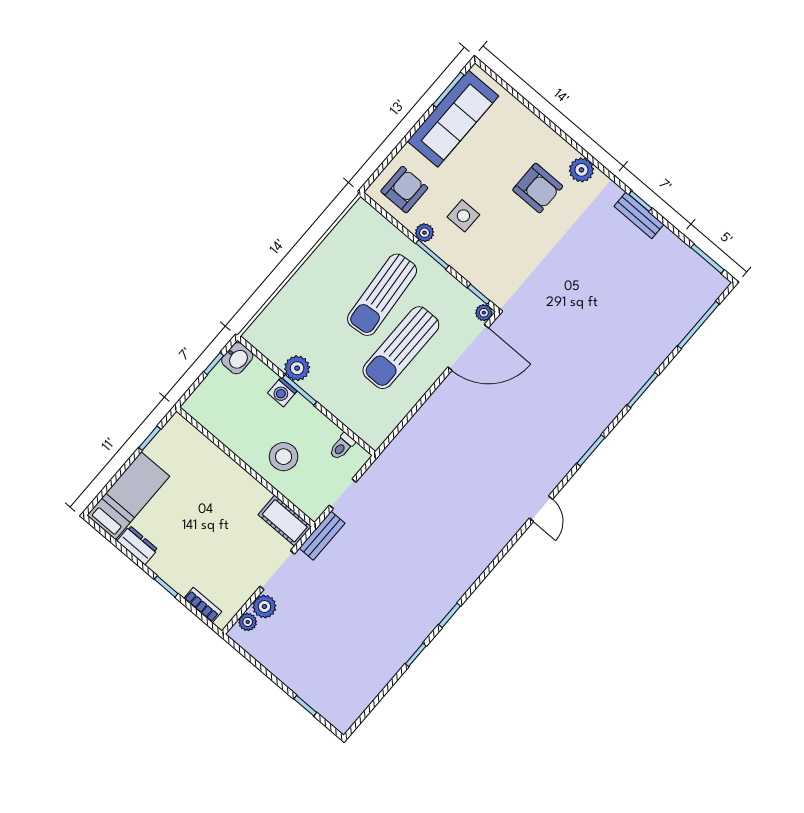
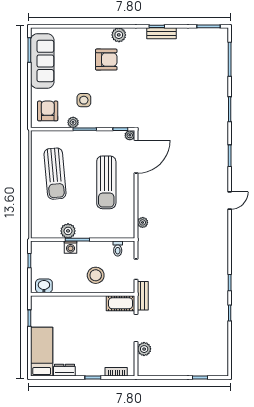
sun lounger: (382, 295) -> (55, 174), moved
washbasin: (237, 358) -> (44, 286), moved, turned -90
door: (541, 509) -> (230, 200), hinge flipped
plant: (248, 622) -> (143, 222), moved

